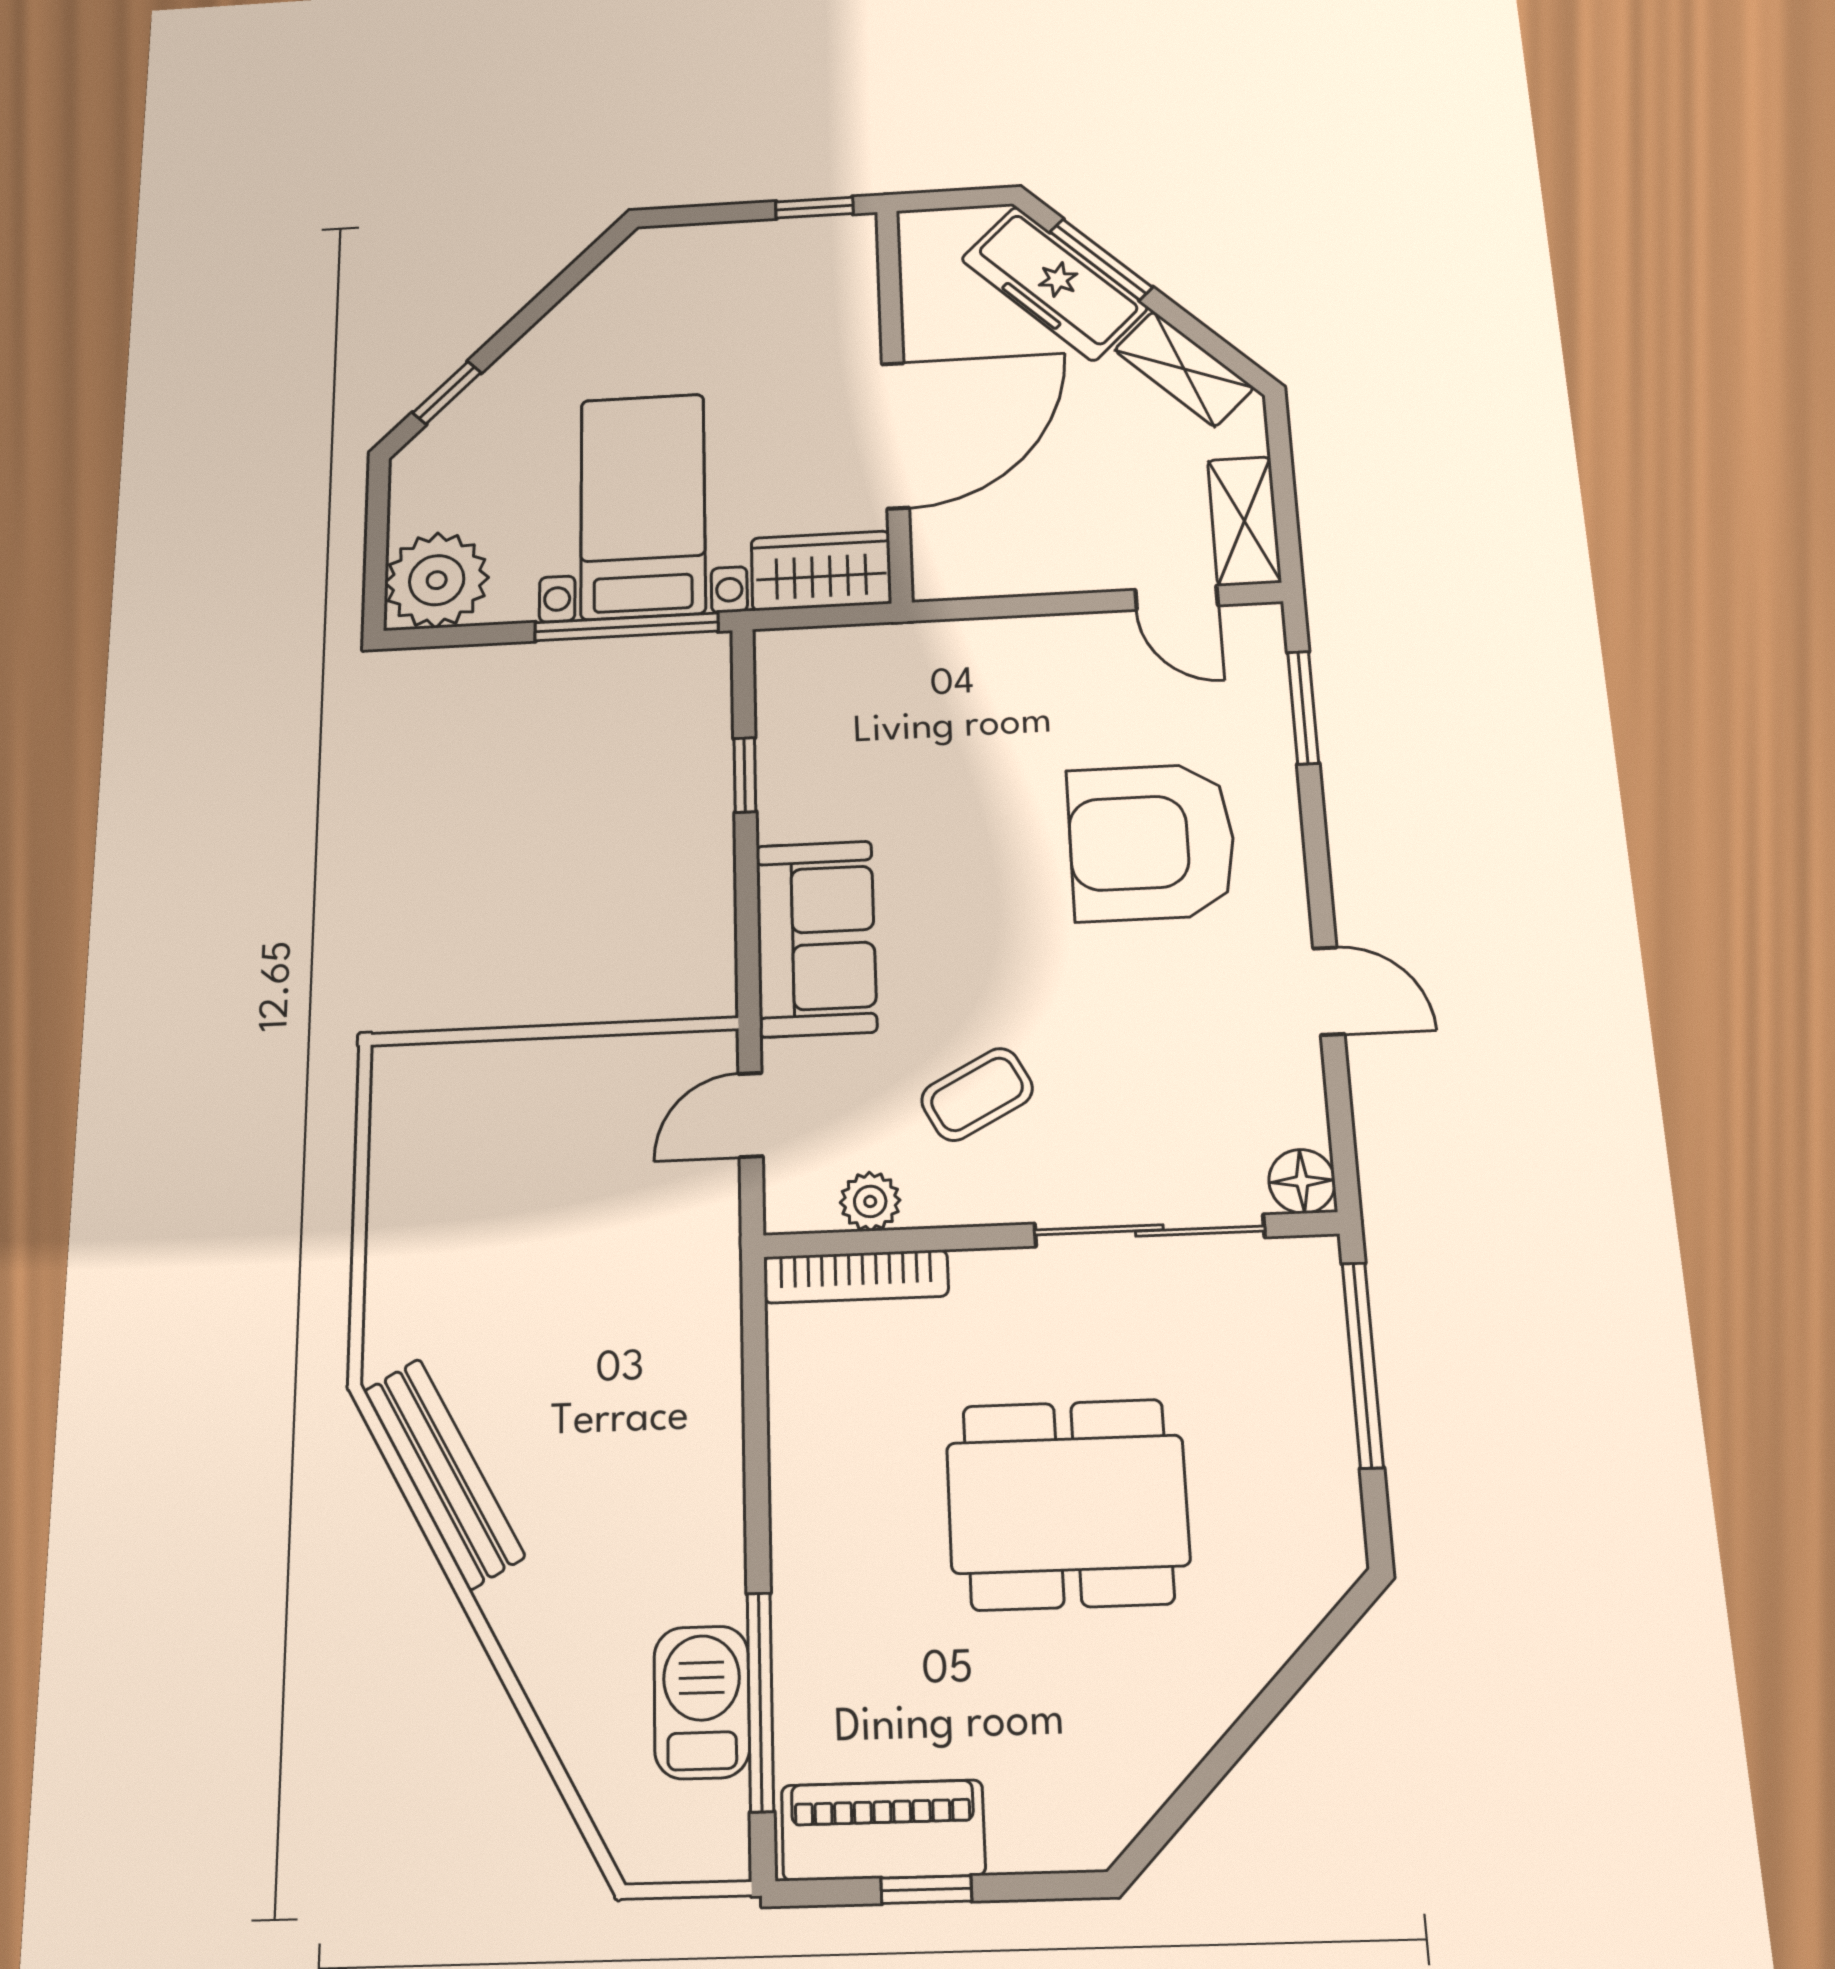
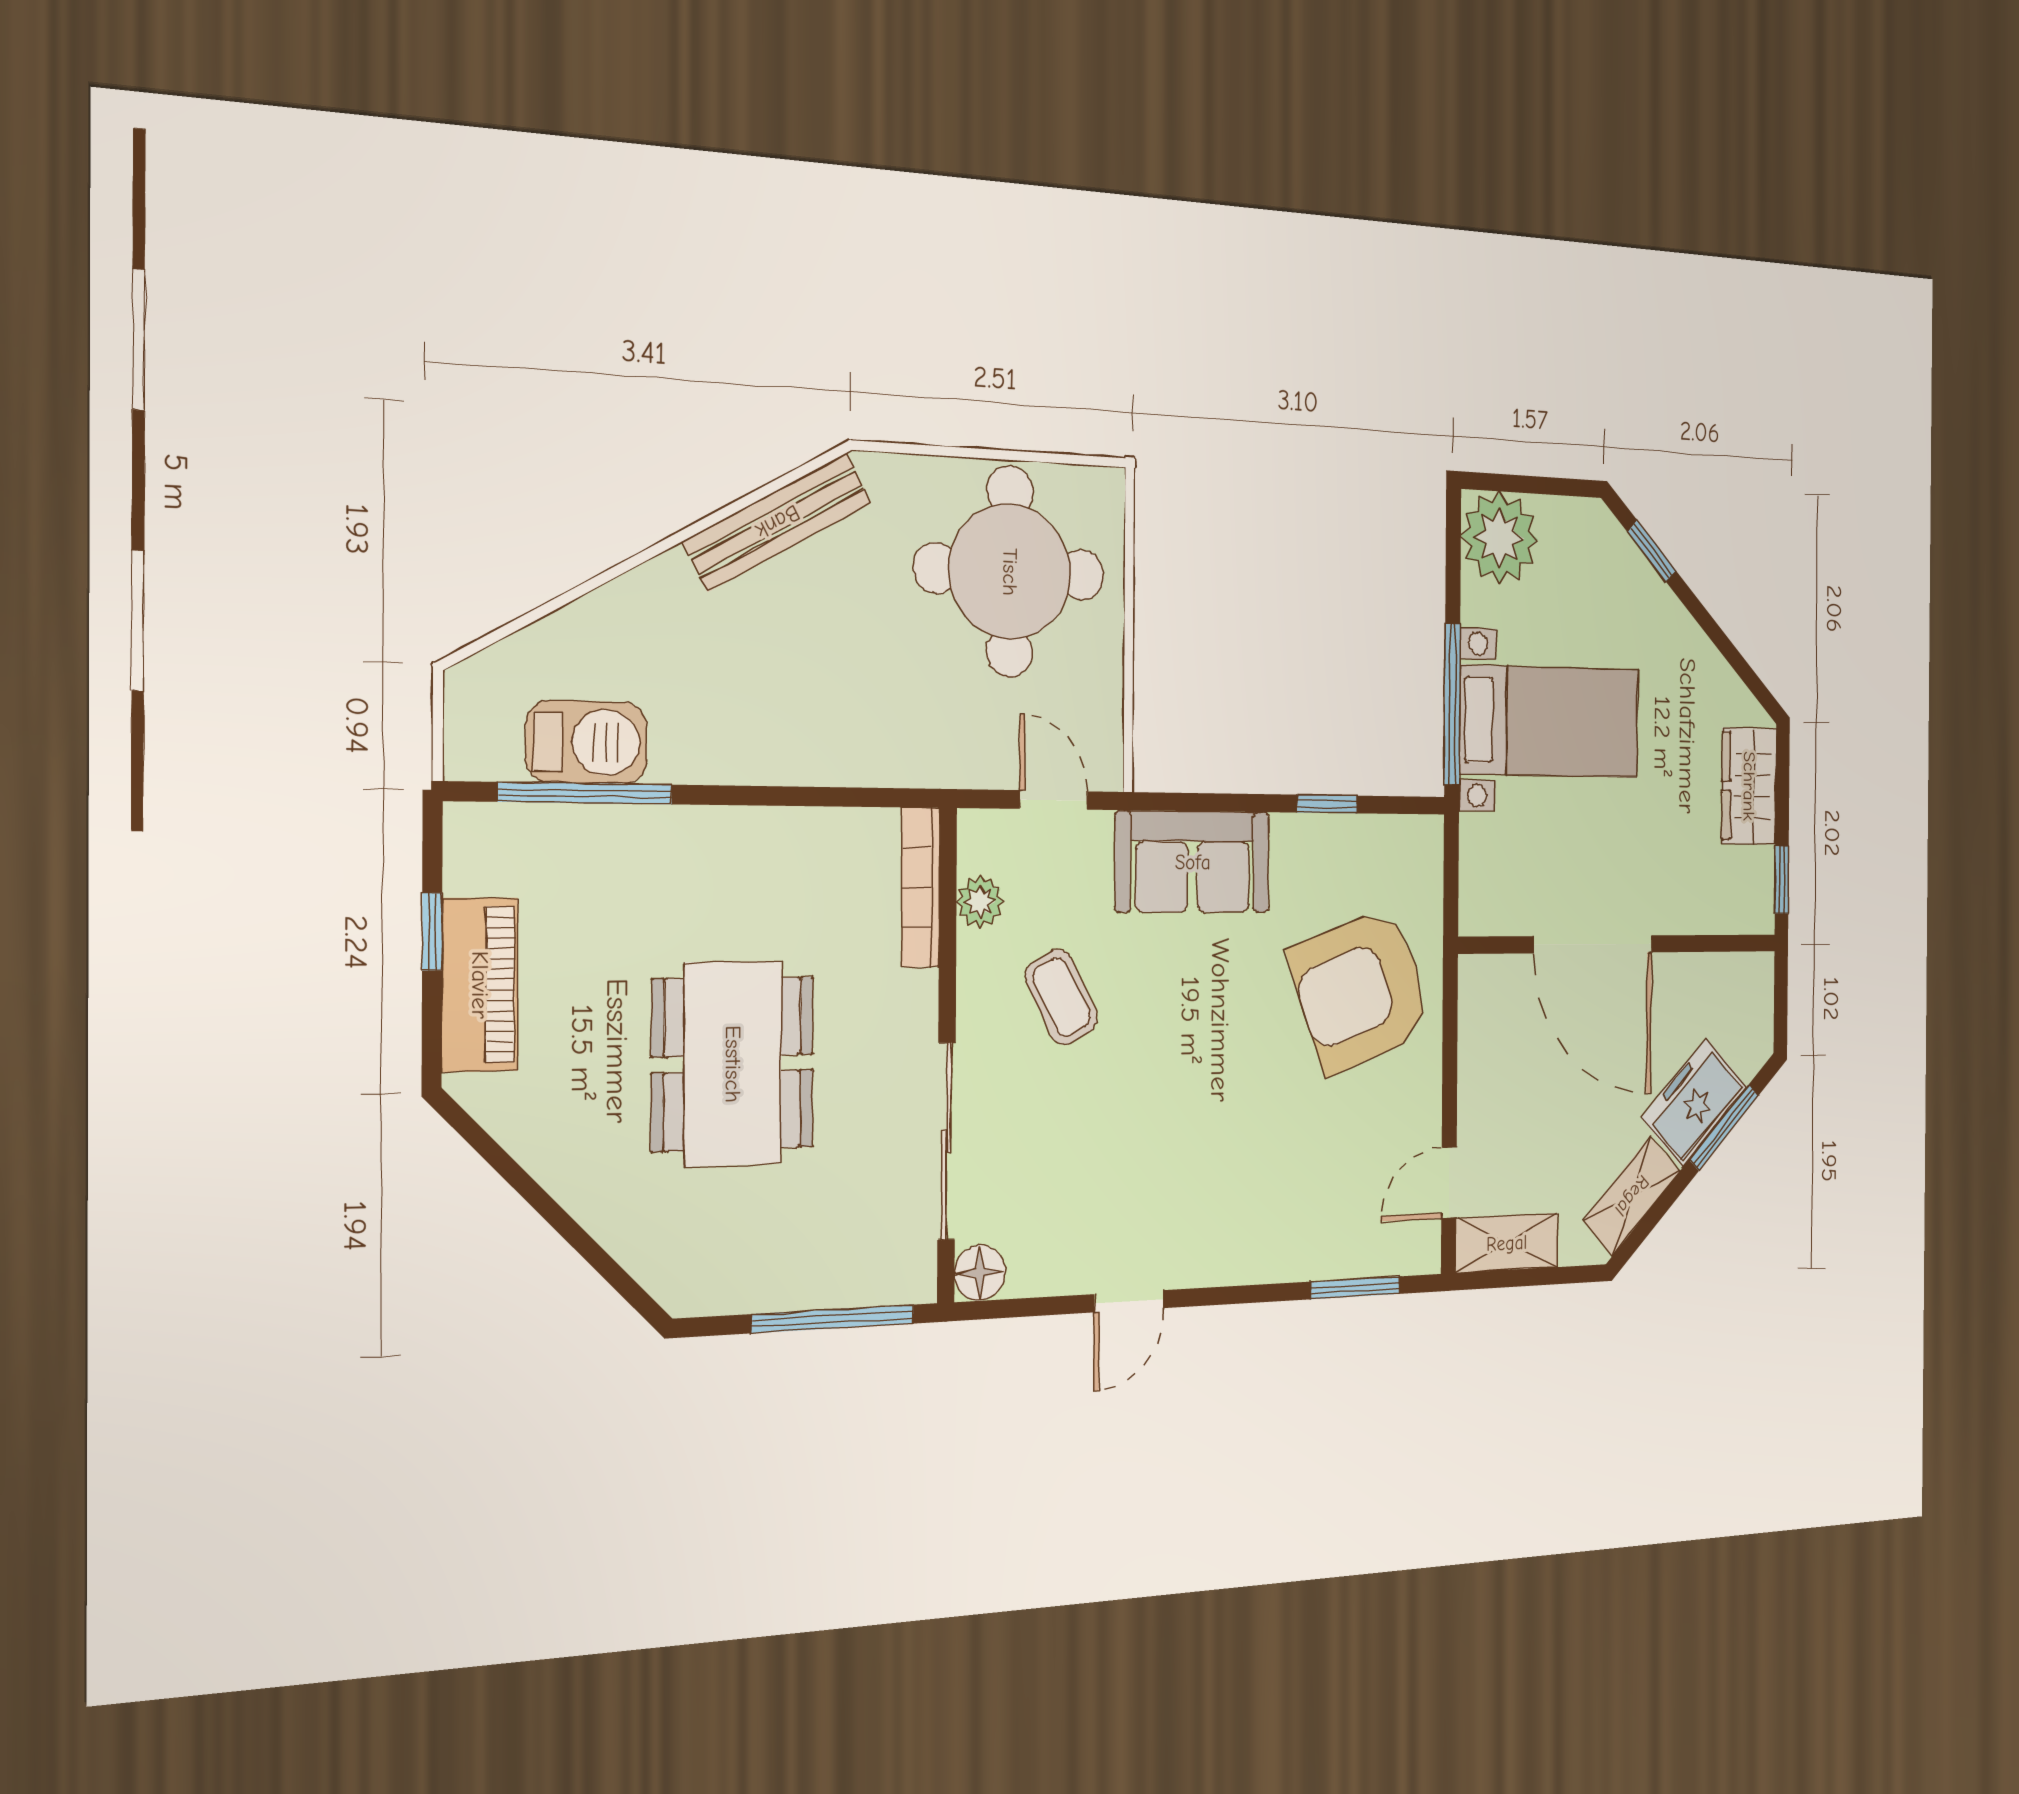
freezer: (1054, 283) -> (1694, 1102), width x0.71
wardrobe: (821, 571) -> (1749, 786), moved, turned 180
armchair: (1152, 842) -> (1361, 990), moved, turned -110
round table: (492, 1182) -> (1010, 572), added
piano: (883, 1830) -> (480, 985), moved

